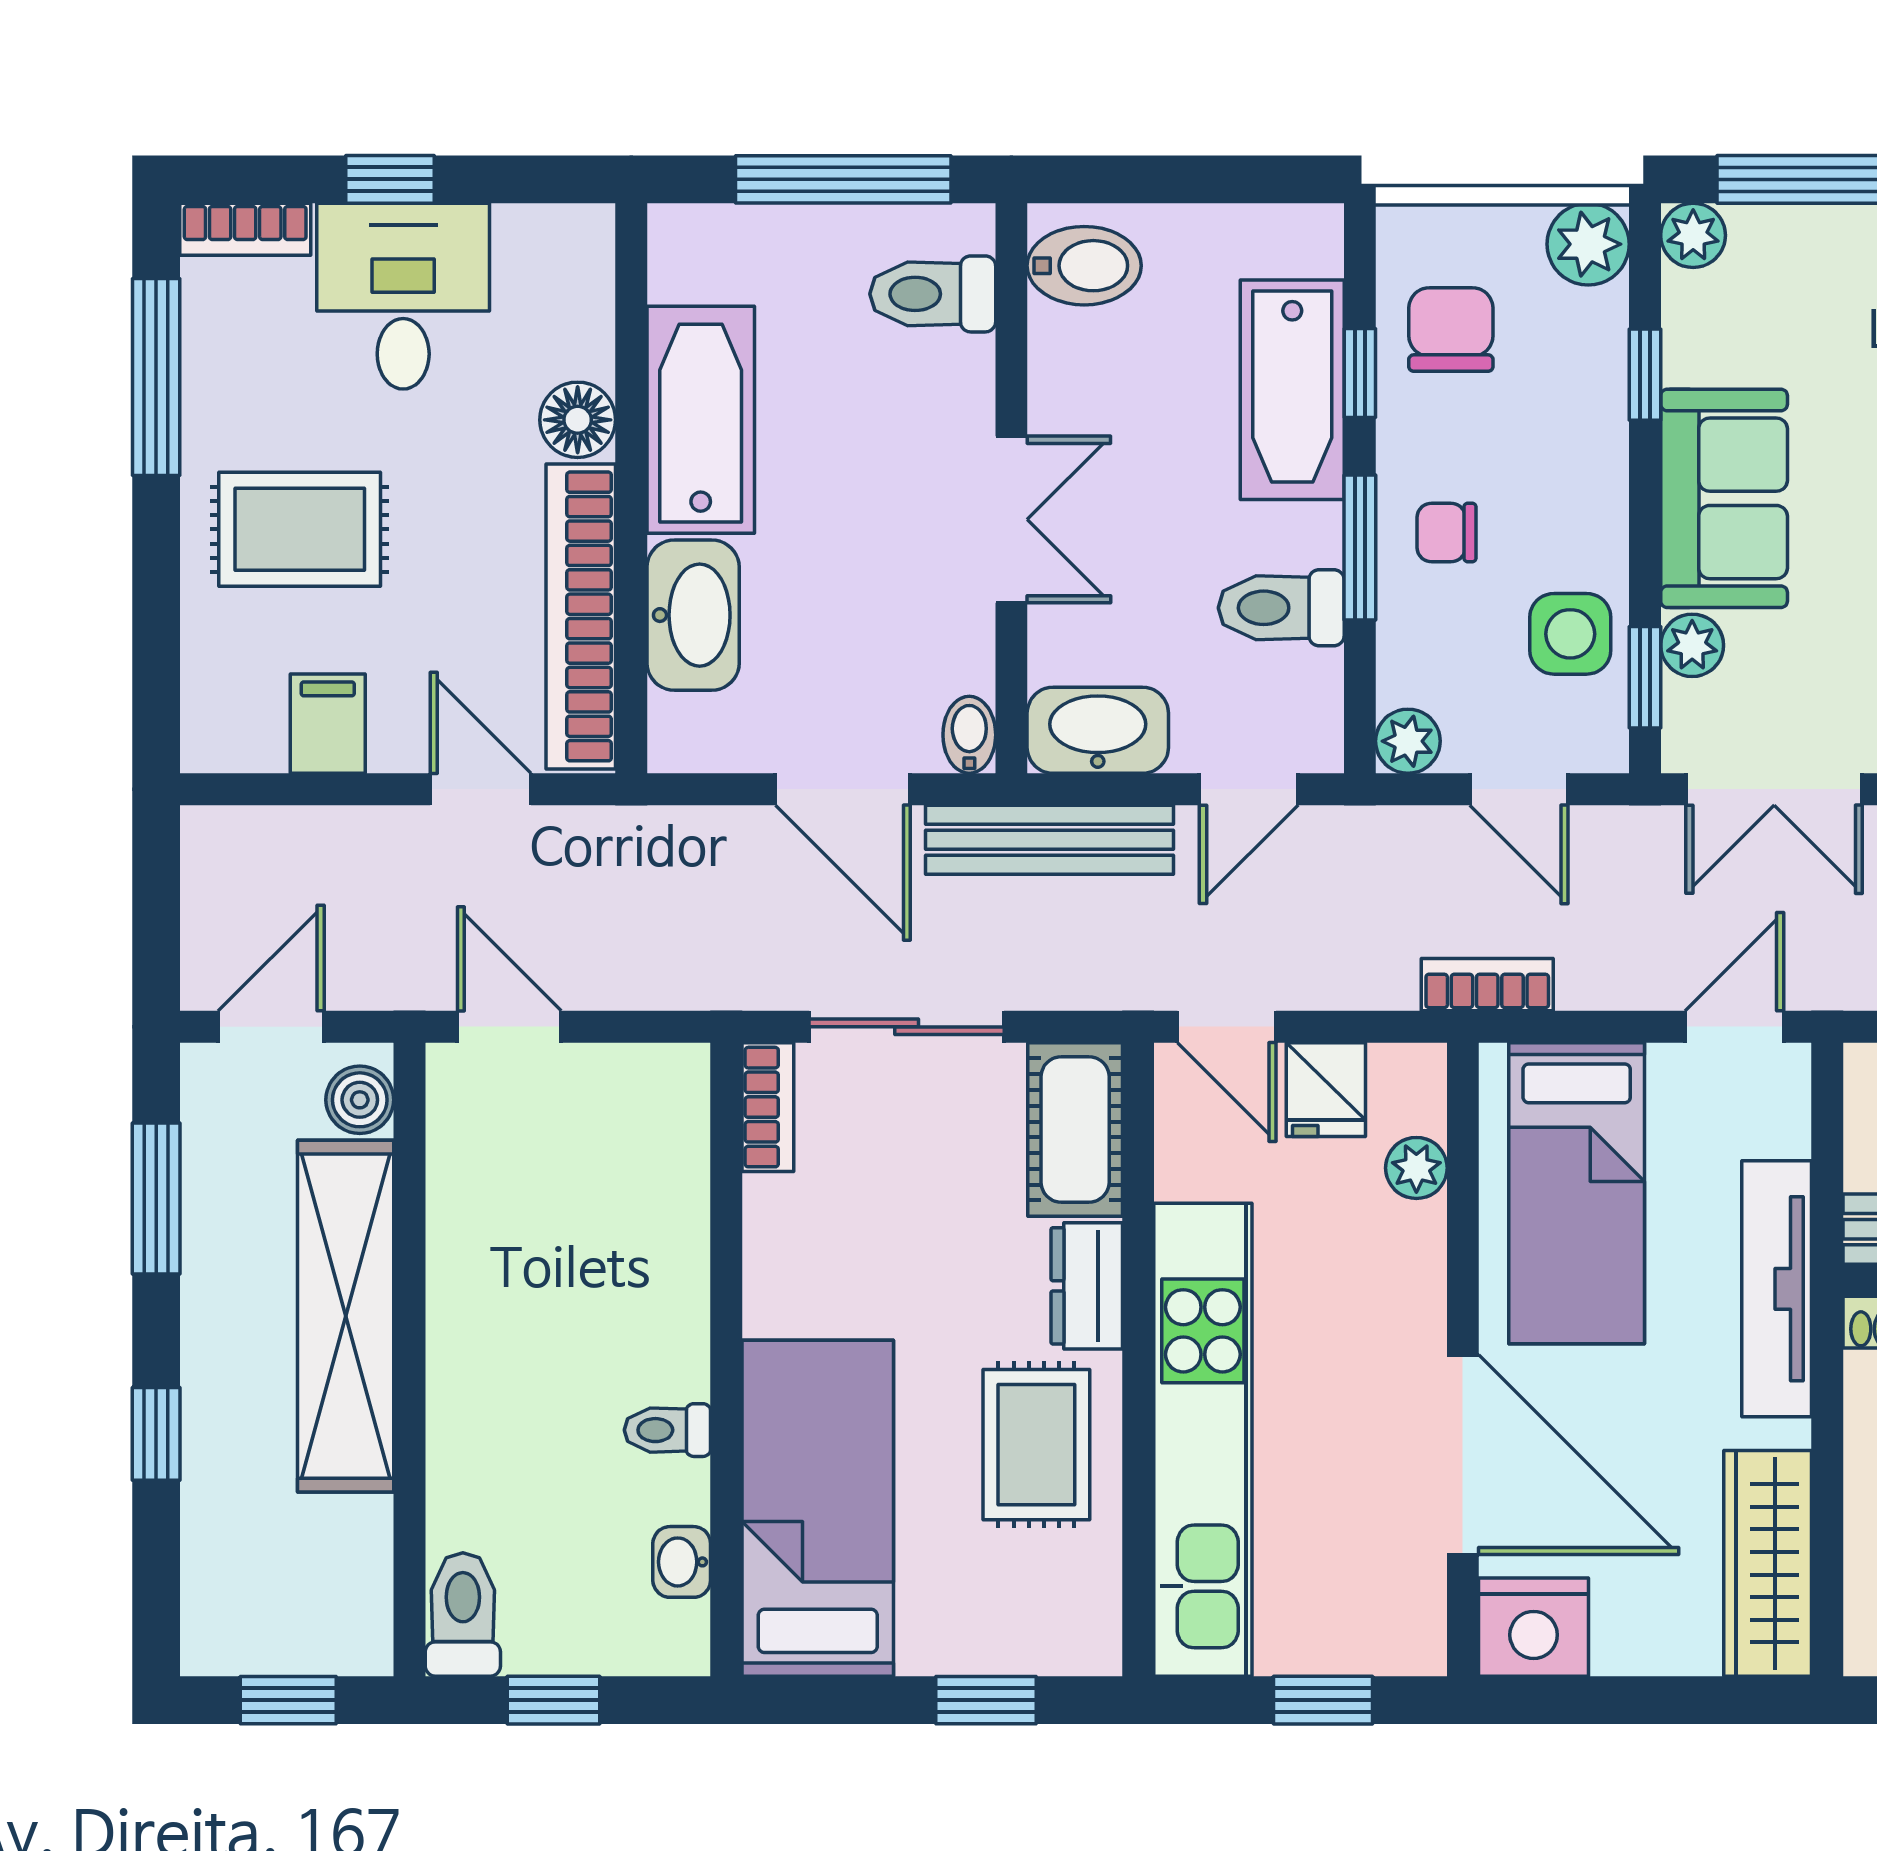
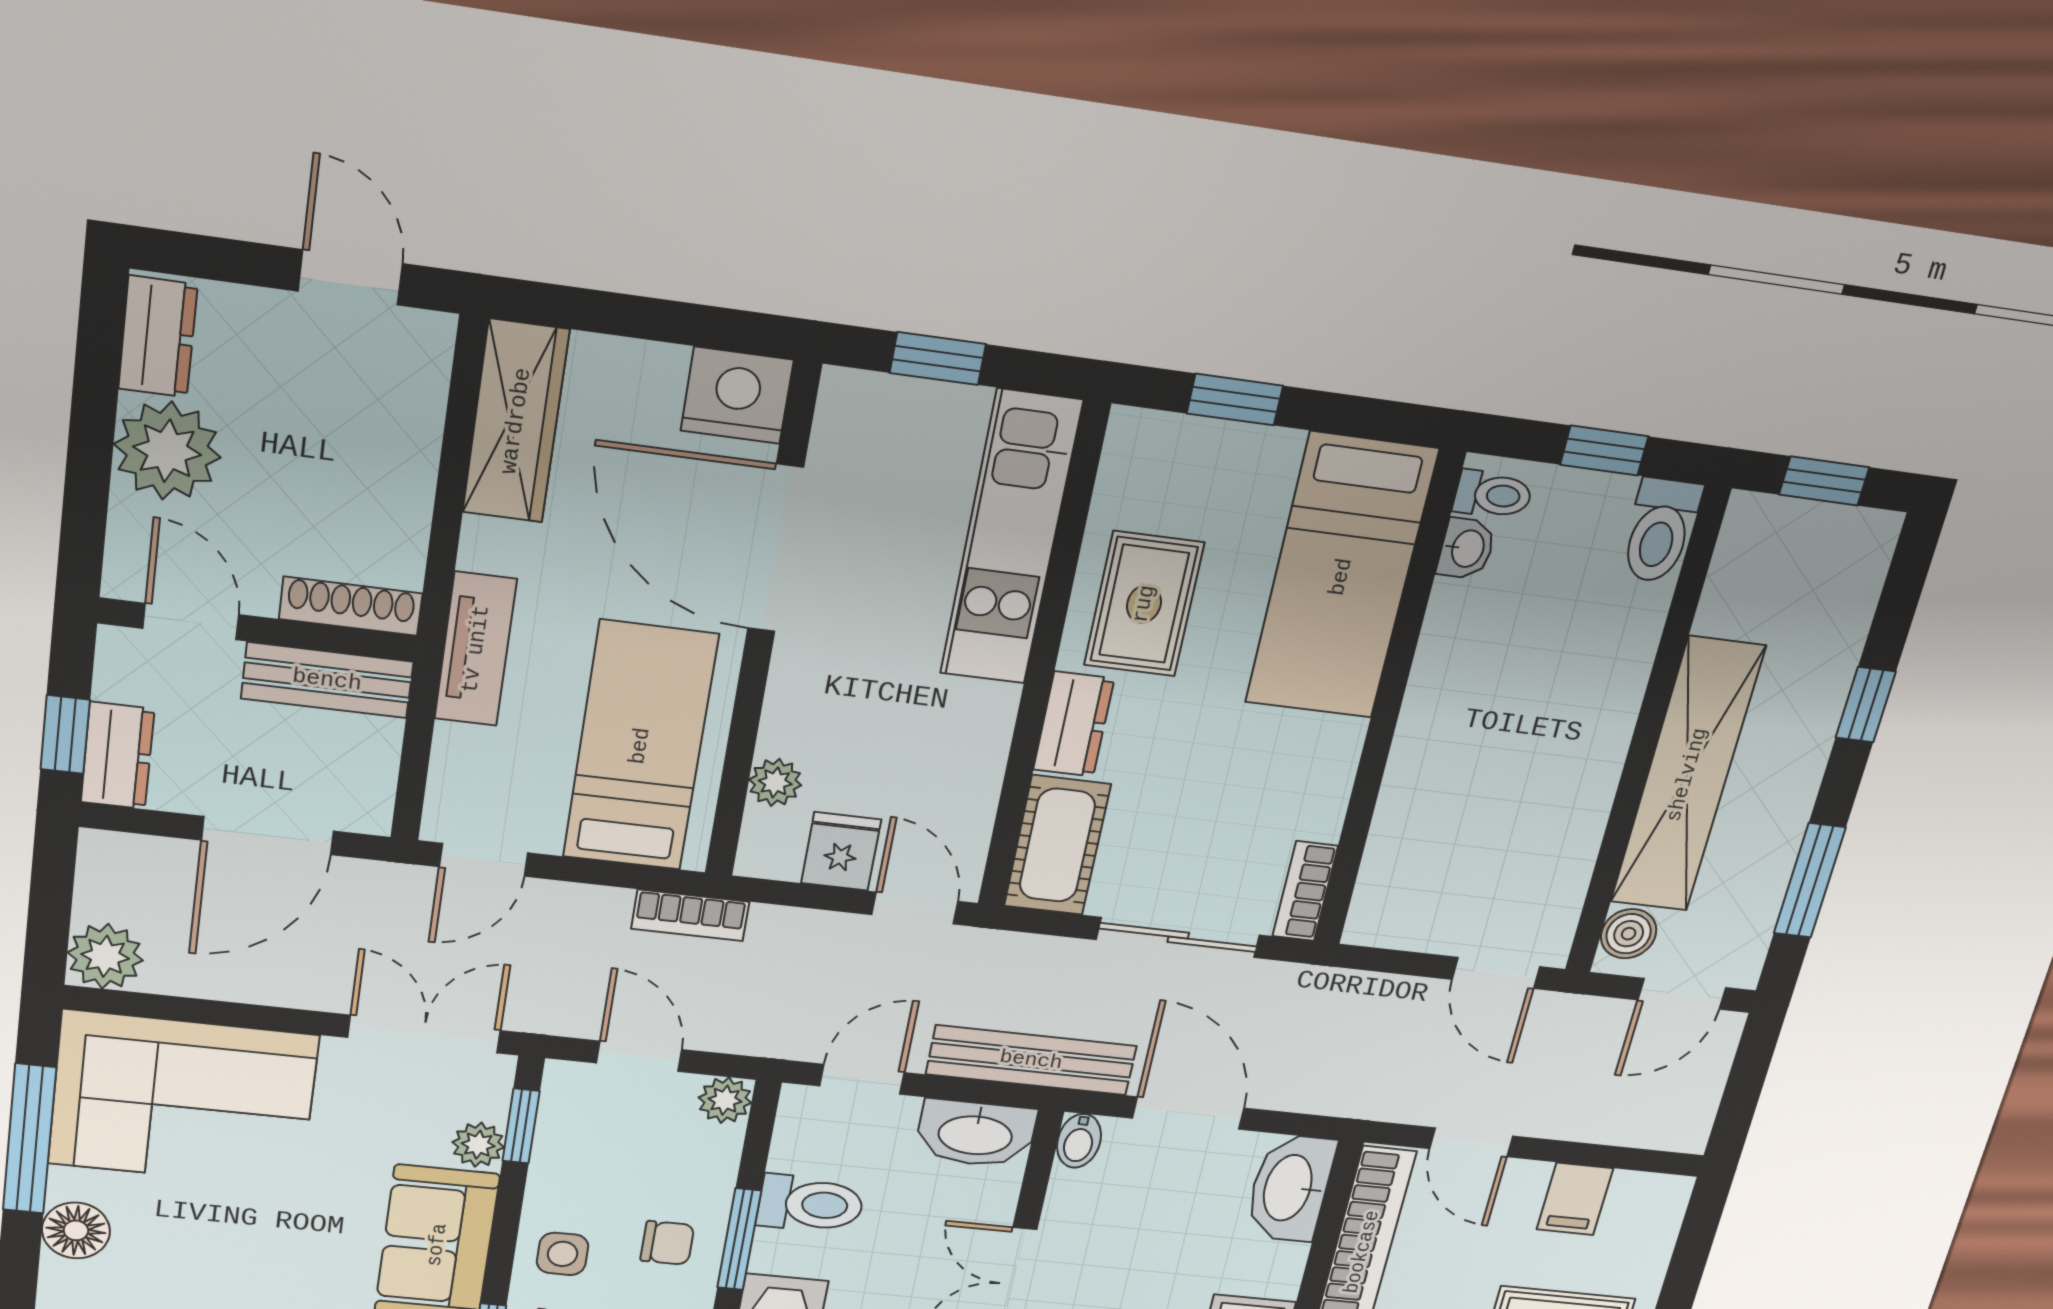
washbasin: (693, 615) -> (1290, 1188), moved
side table: (1570, 634) -> (563, 1254), moved, width x0.73, depth x0.73
tv unit: (1777, 1289) -> (476, 649), width x0.71
toilet: (667, 1430) -> (1493, 495), moved
kitchen unit: (1203, 1440) -> (1011, 538), width x0.73

